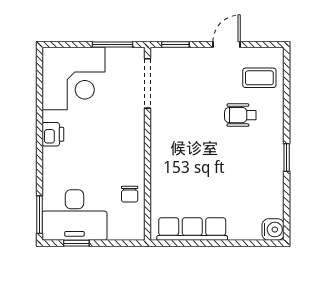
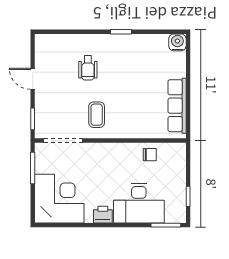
coffee table: (259, 78) -> (97, 115), moved
desk: (74, 215) -> (139, 203), moved, turned 90

